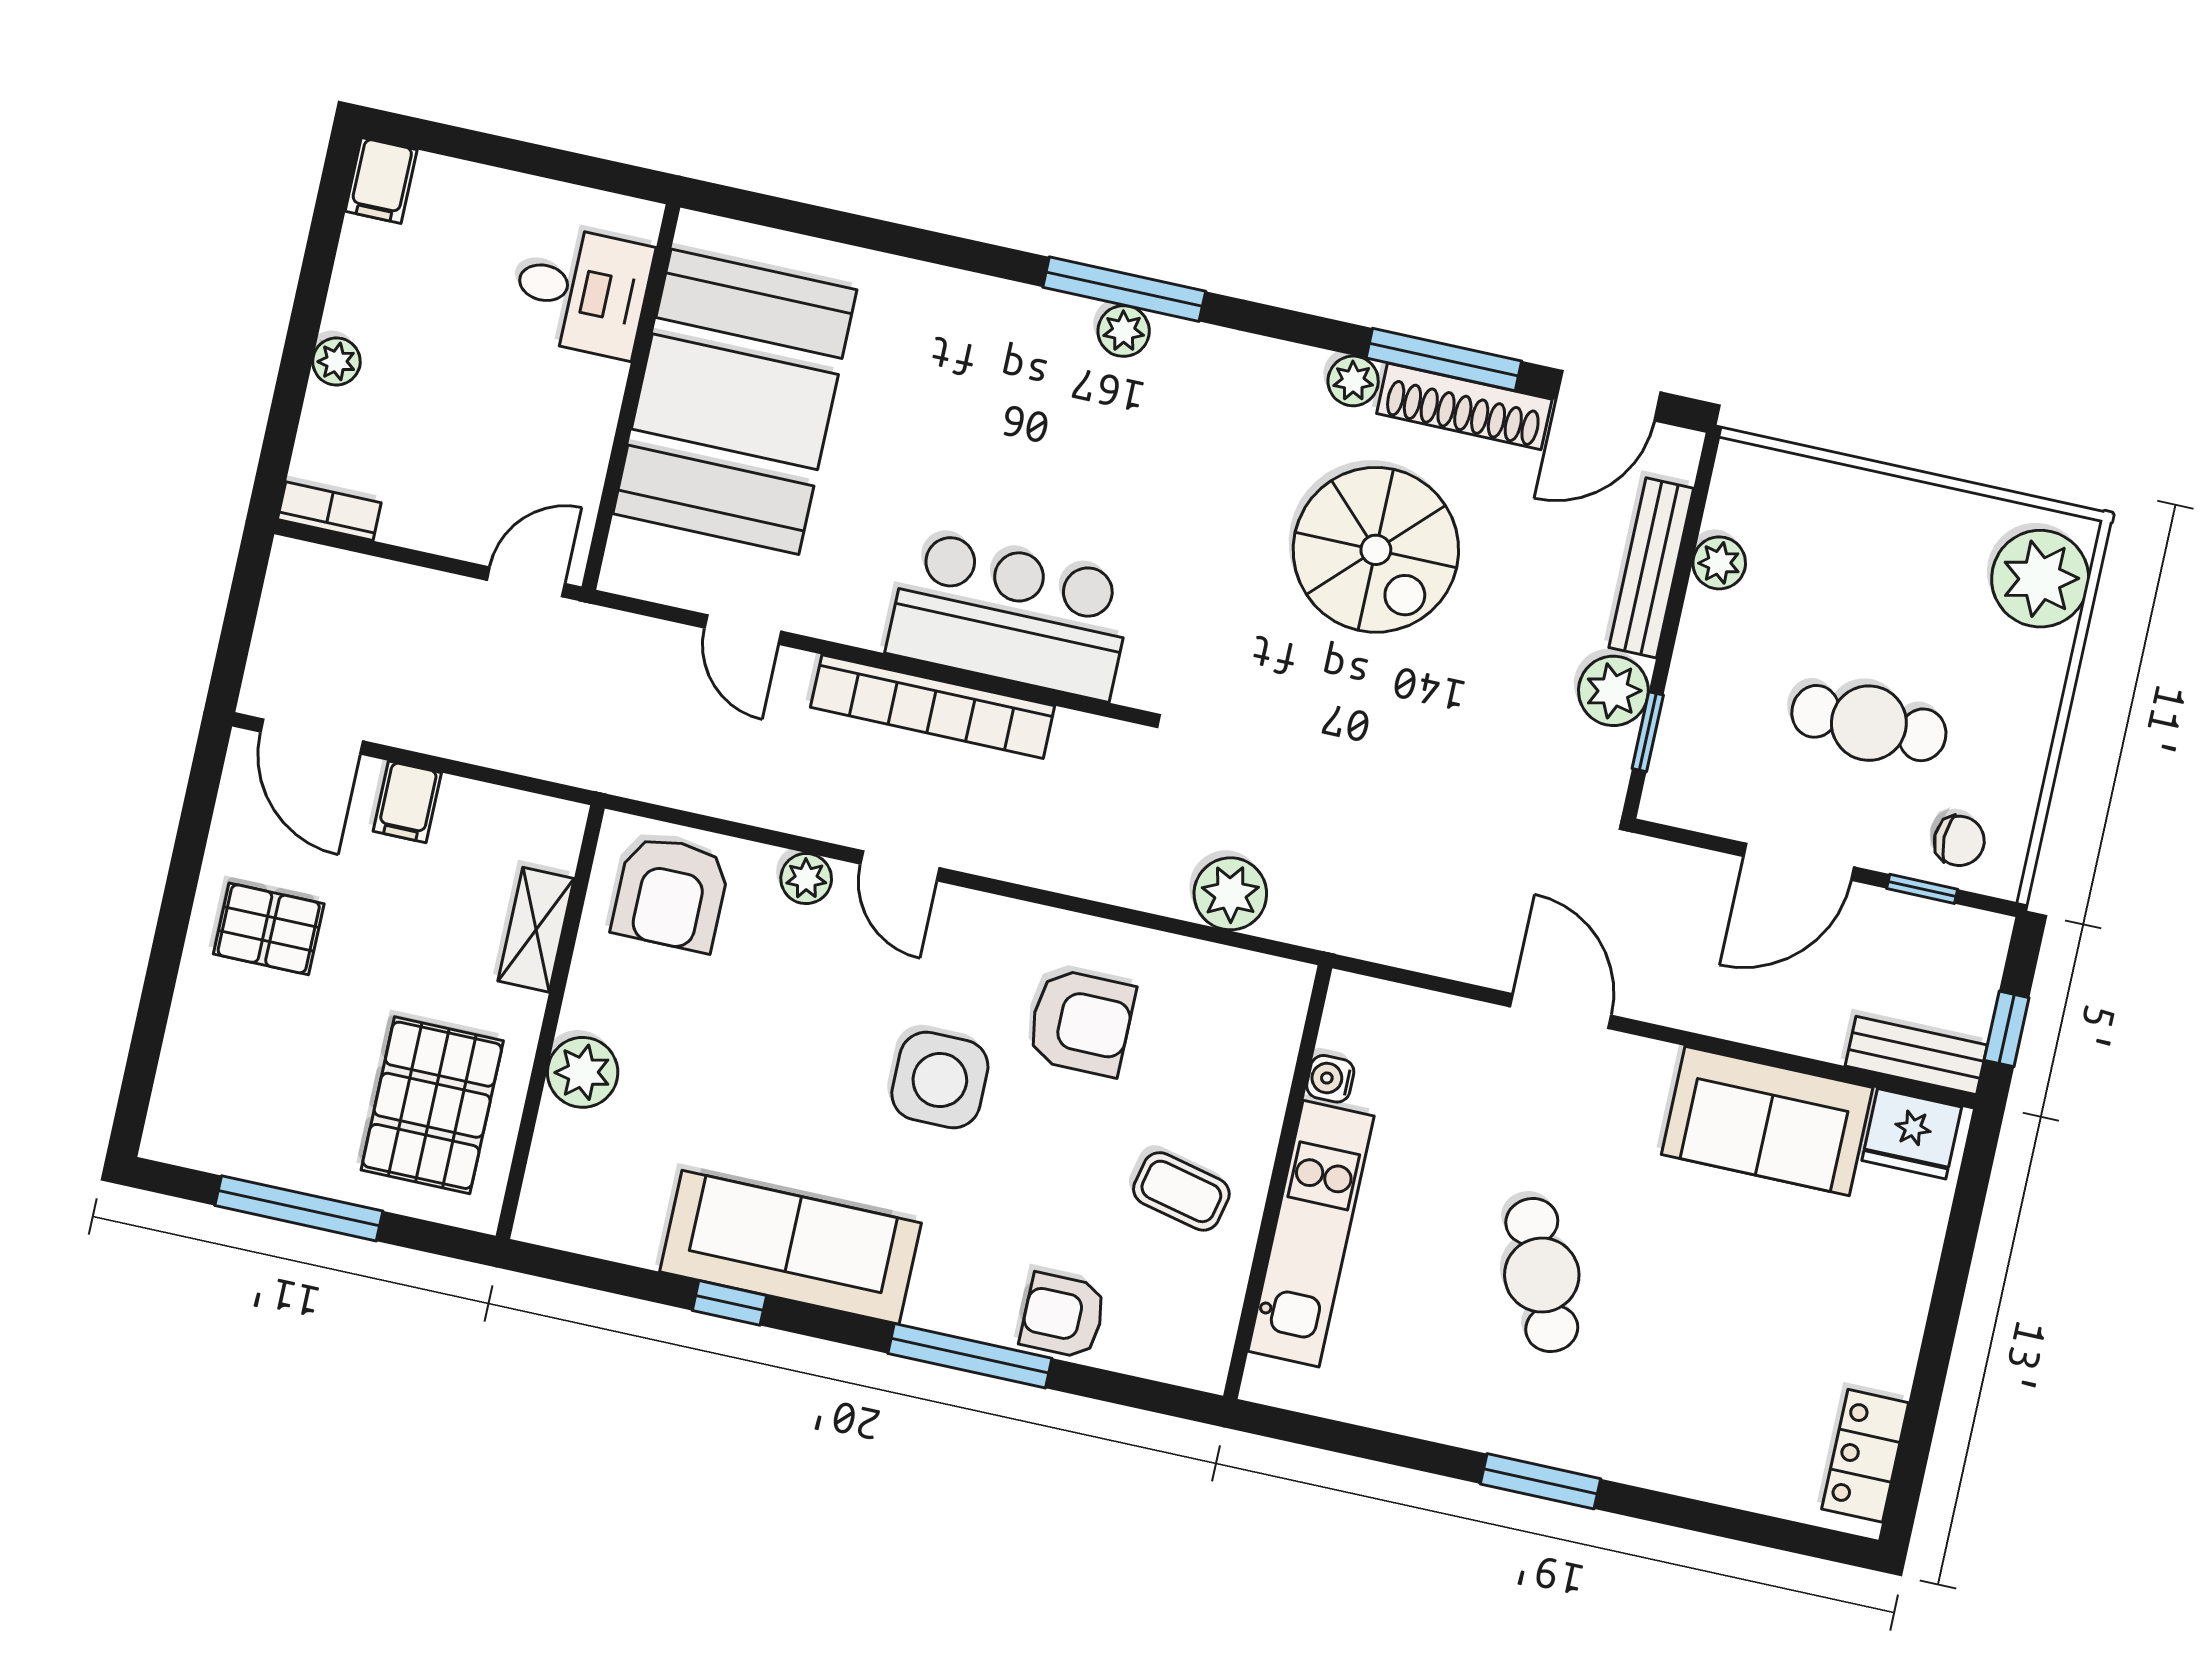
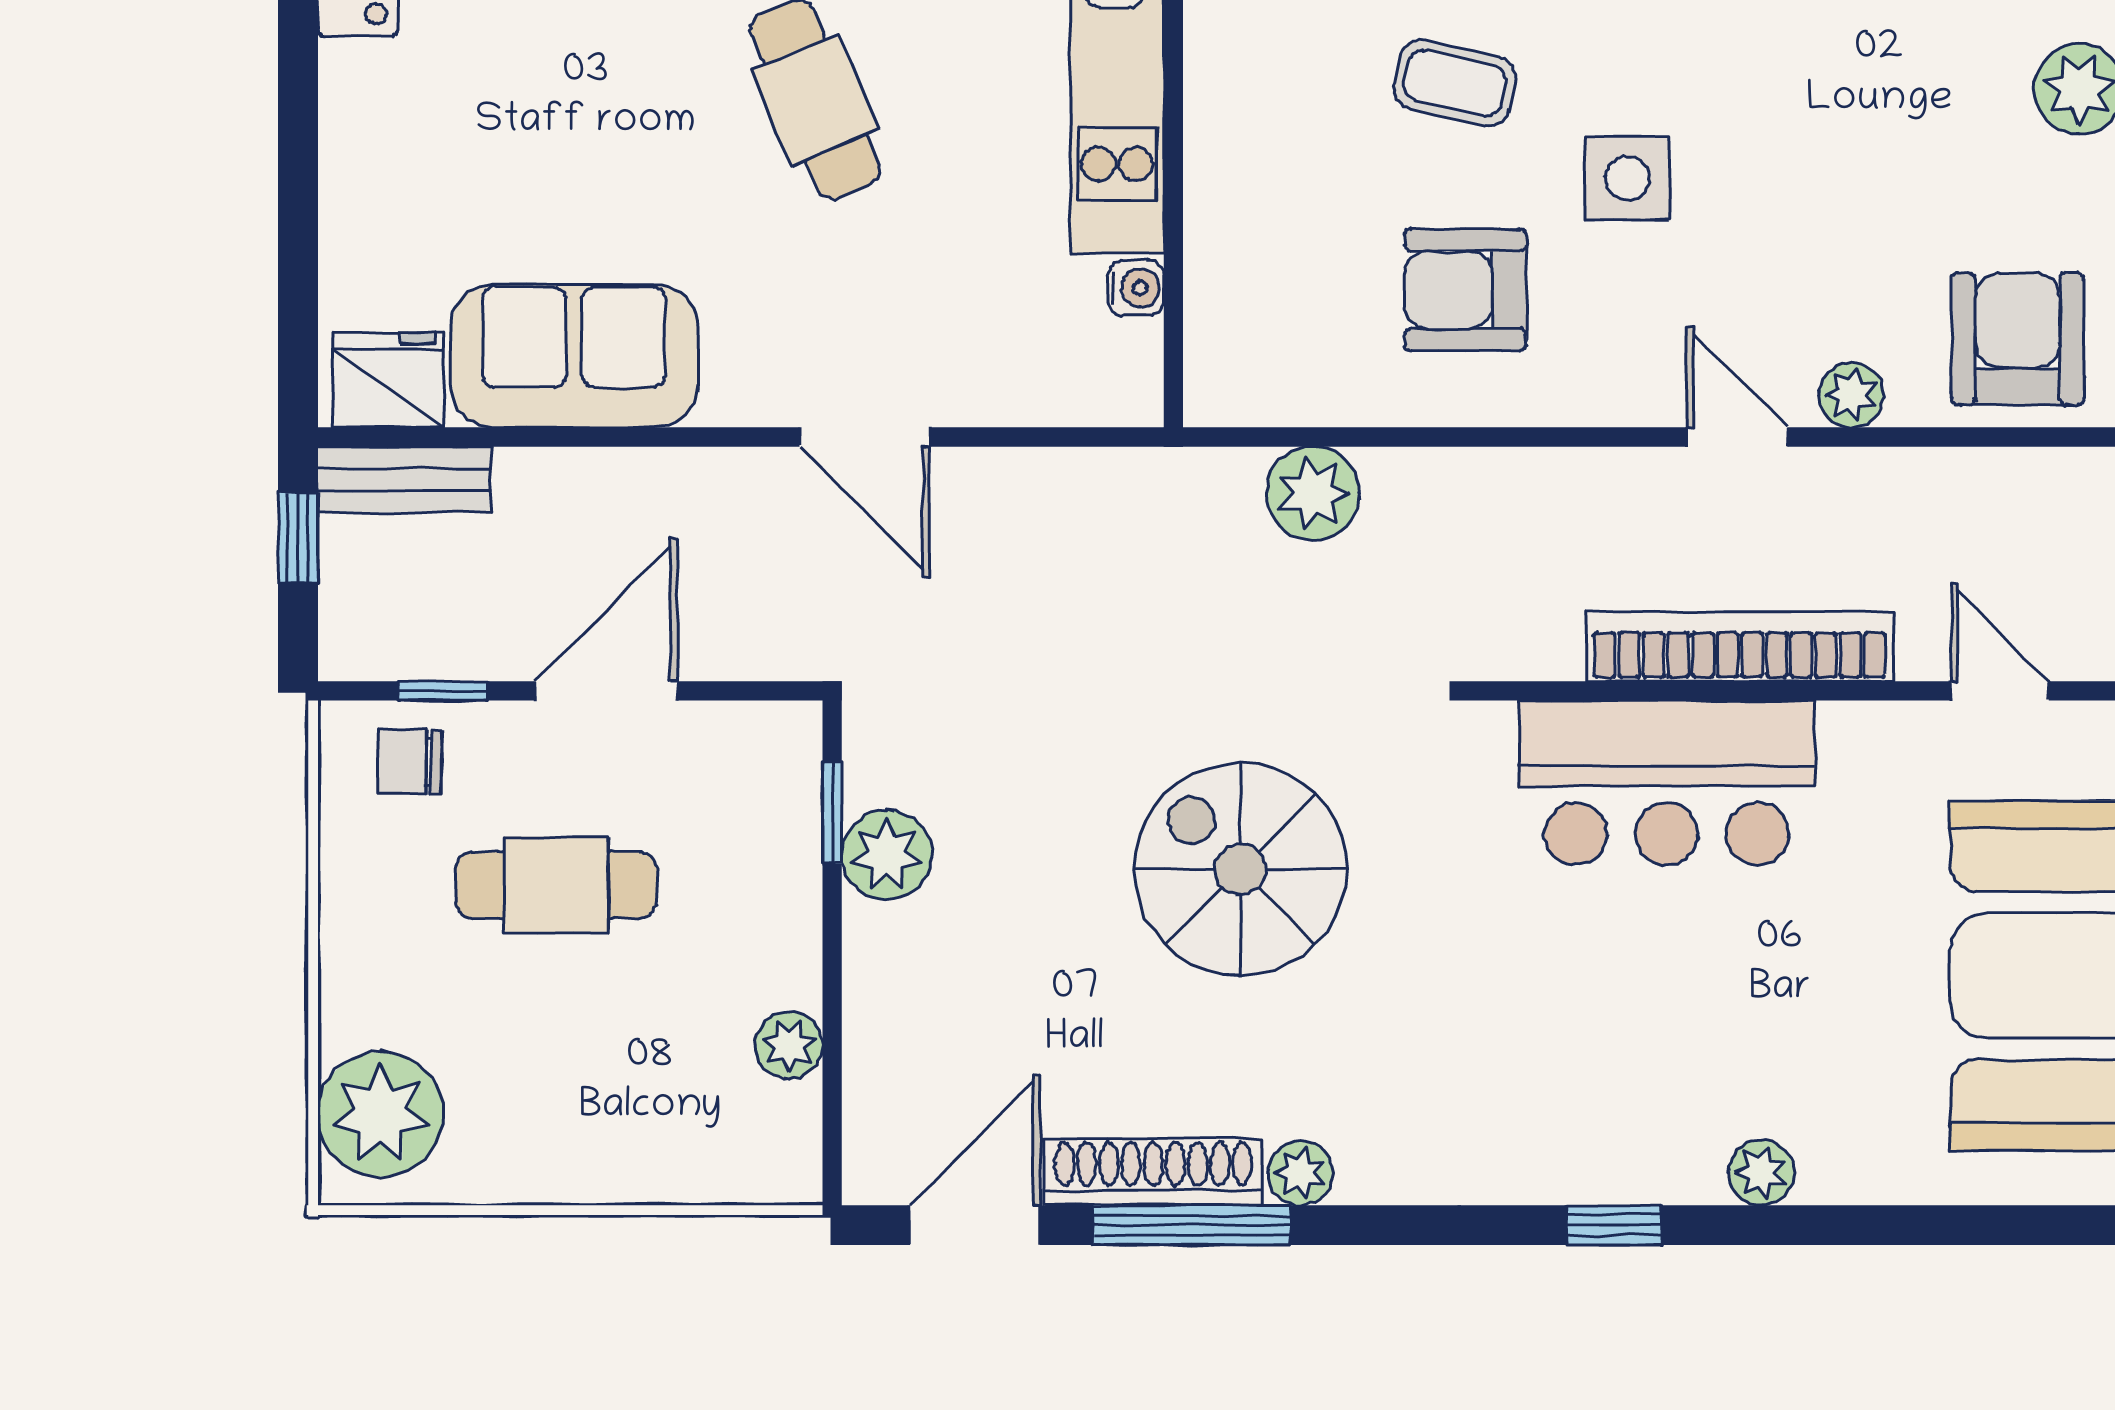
window: (1124, 289) -> (1614, 1225), width x0.46
plant: (1124, 331) -> (1761, 1172), moved
spiral stairs: (1376, 550) -> (1240, 869), moved
bench: (1651, 568) -> (873, 1020), removed
side table: (940, 1080) -> (1627, 178), width x0.73, depth x0.73
coffee table: (1181, 1191) -> (1455, 83), moved

